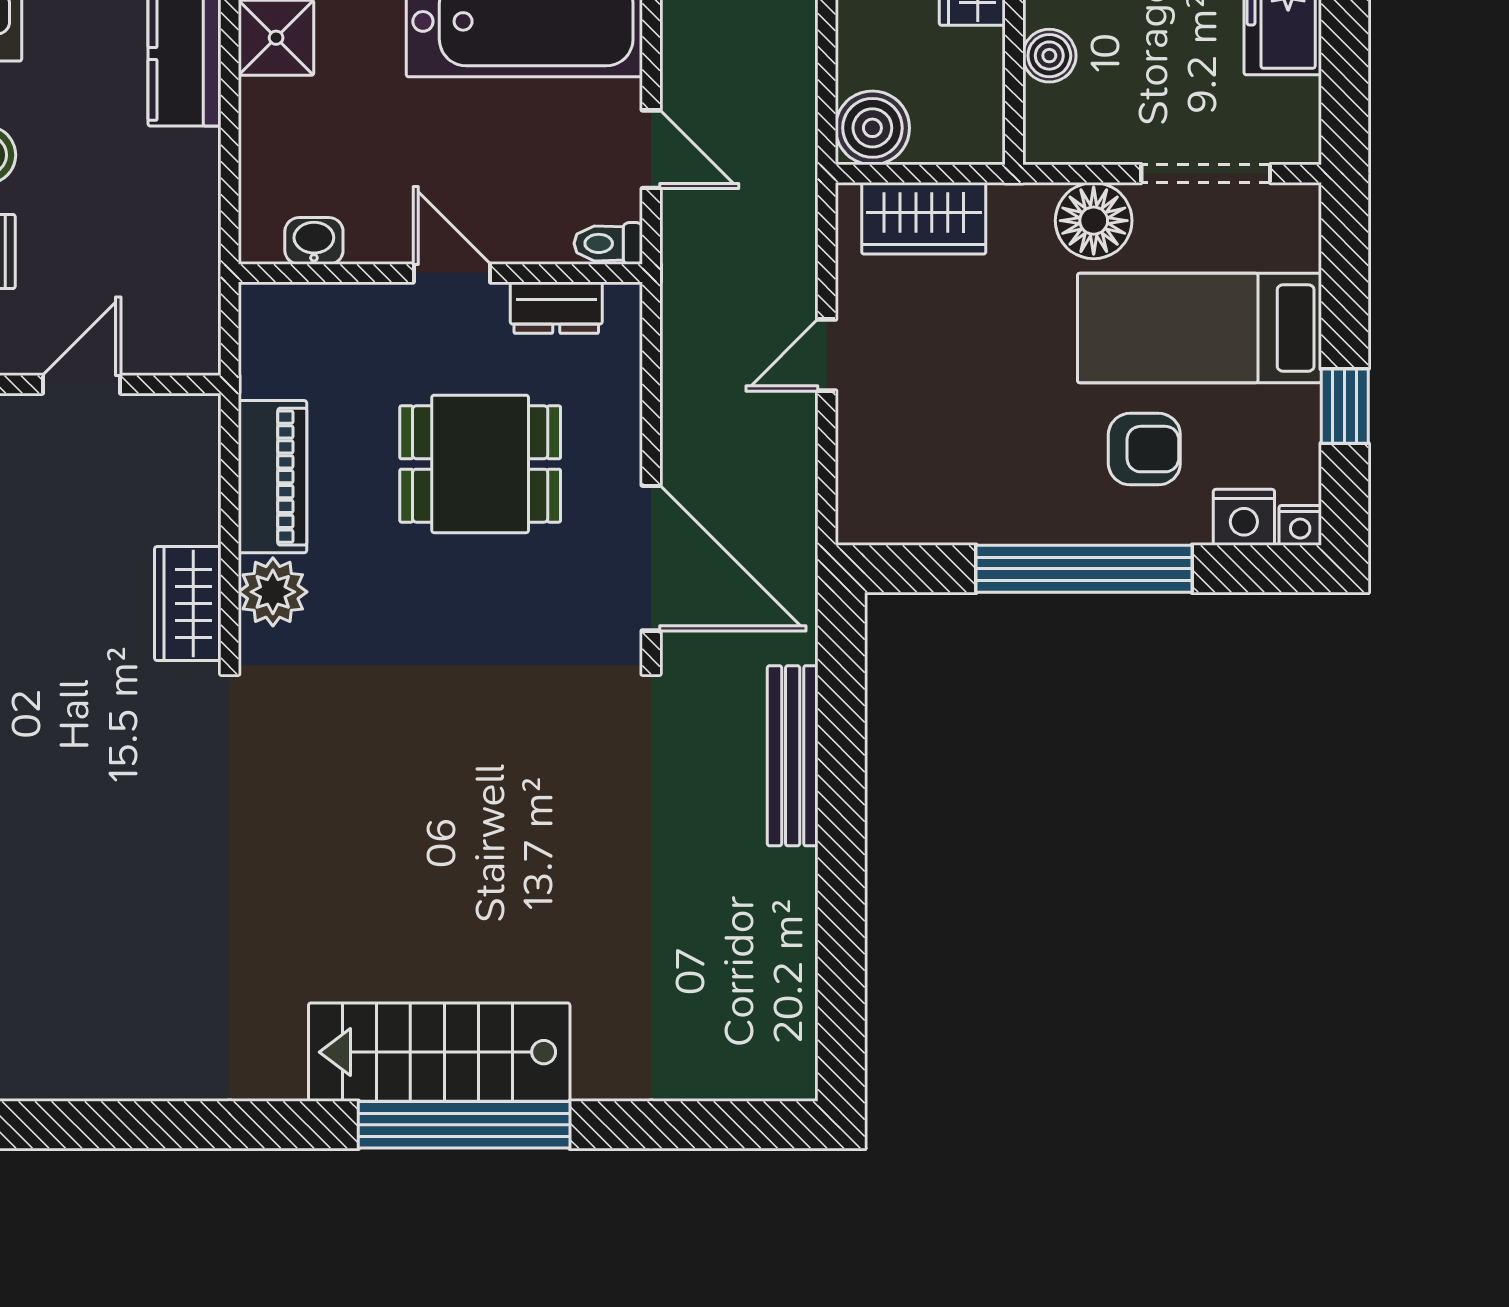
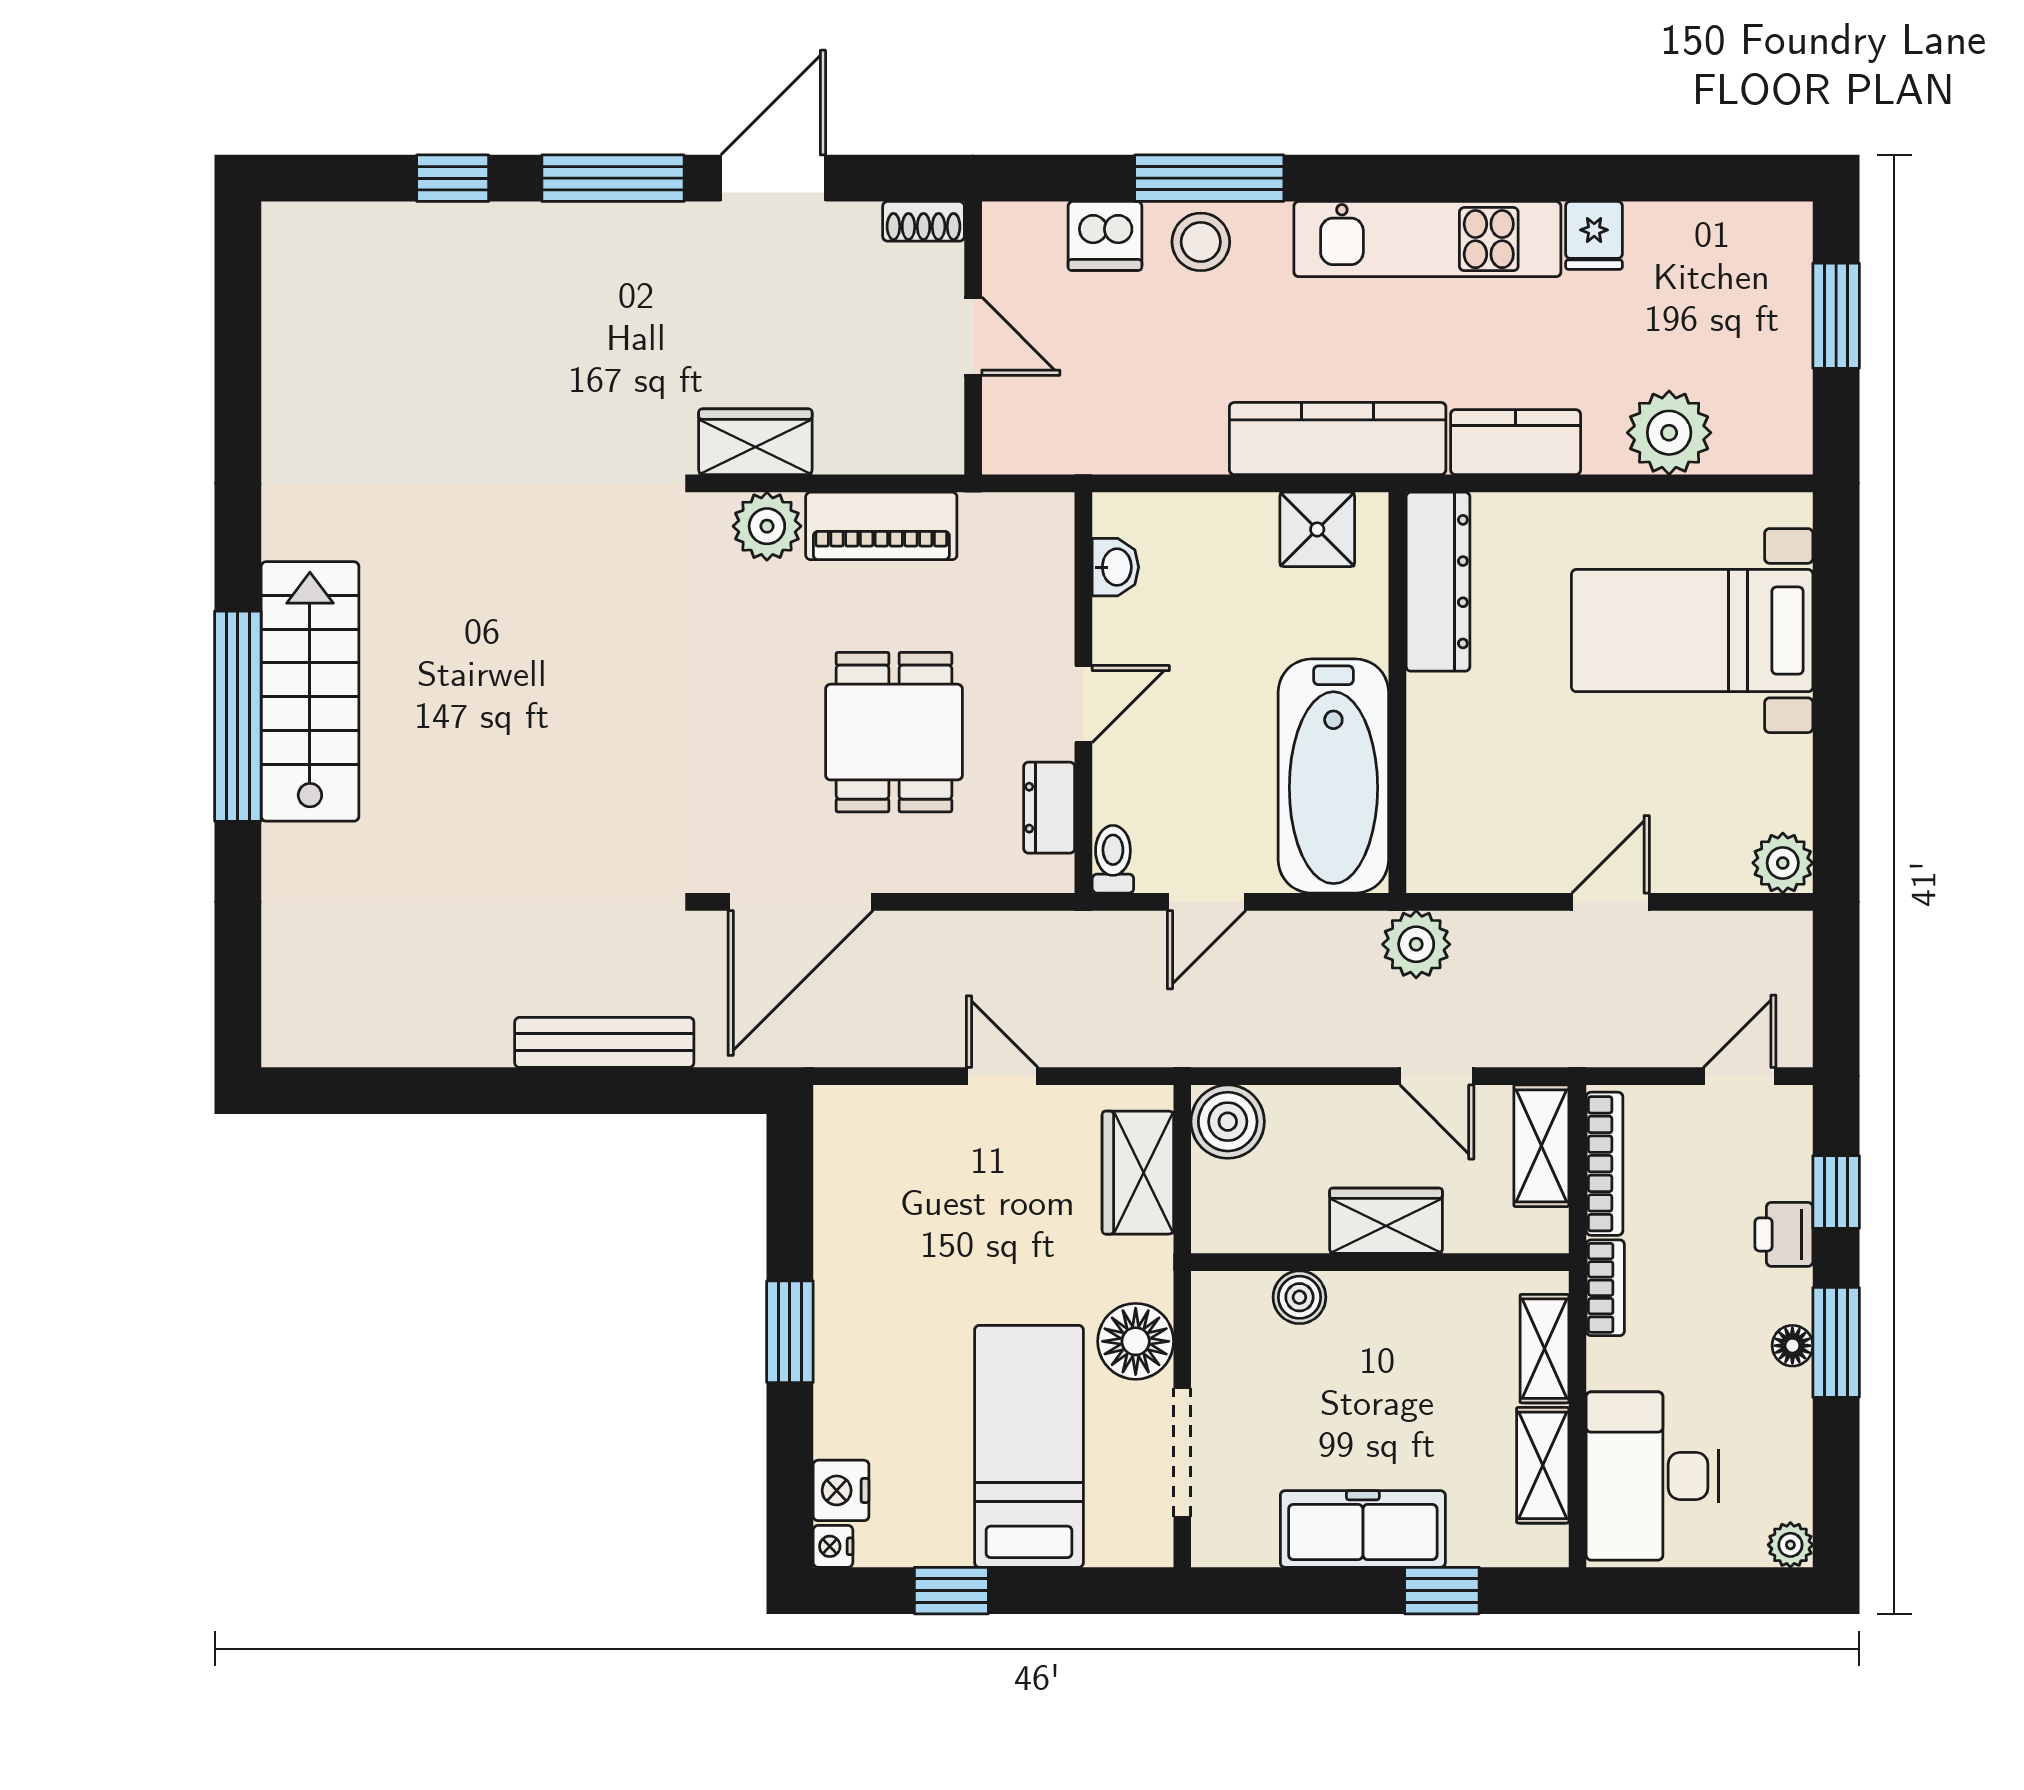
armchair: (1144, 449) -> (909, 1392), removed
window: (1084, 569) -> (790, 1332), width x0.47

